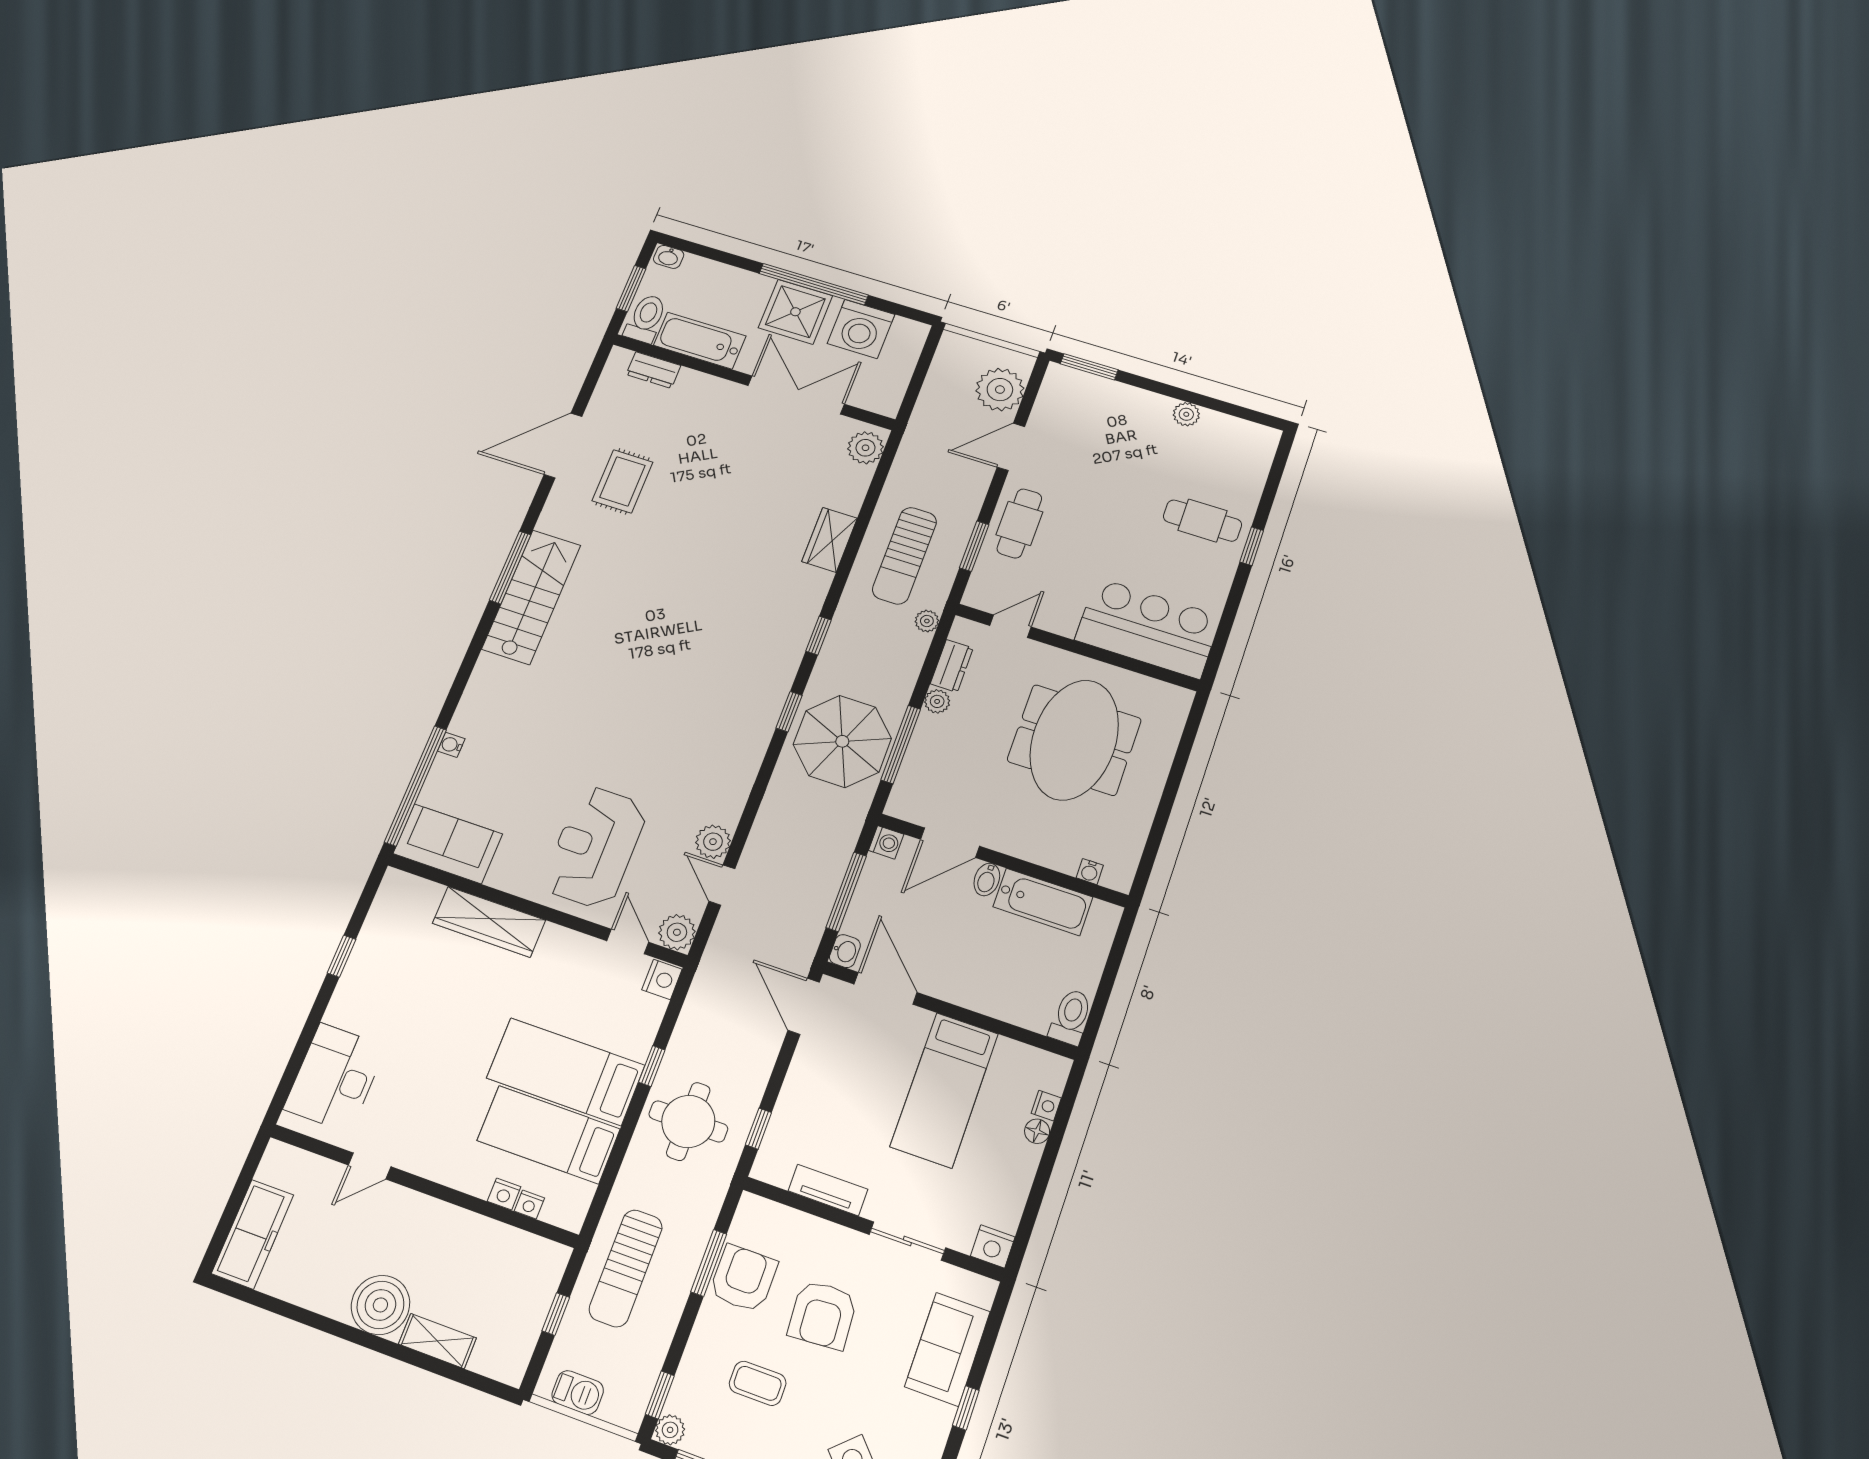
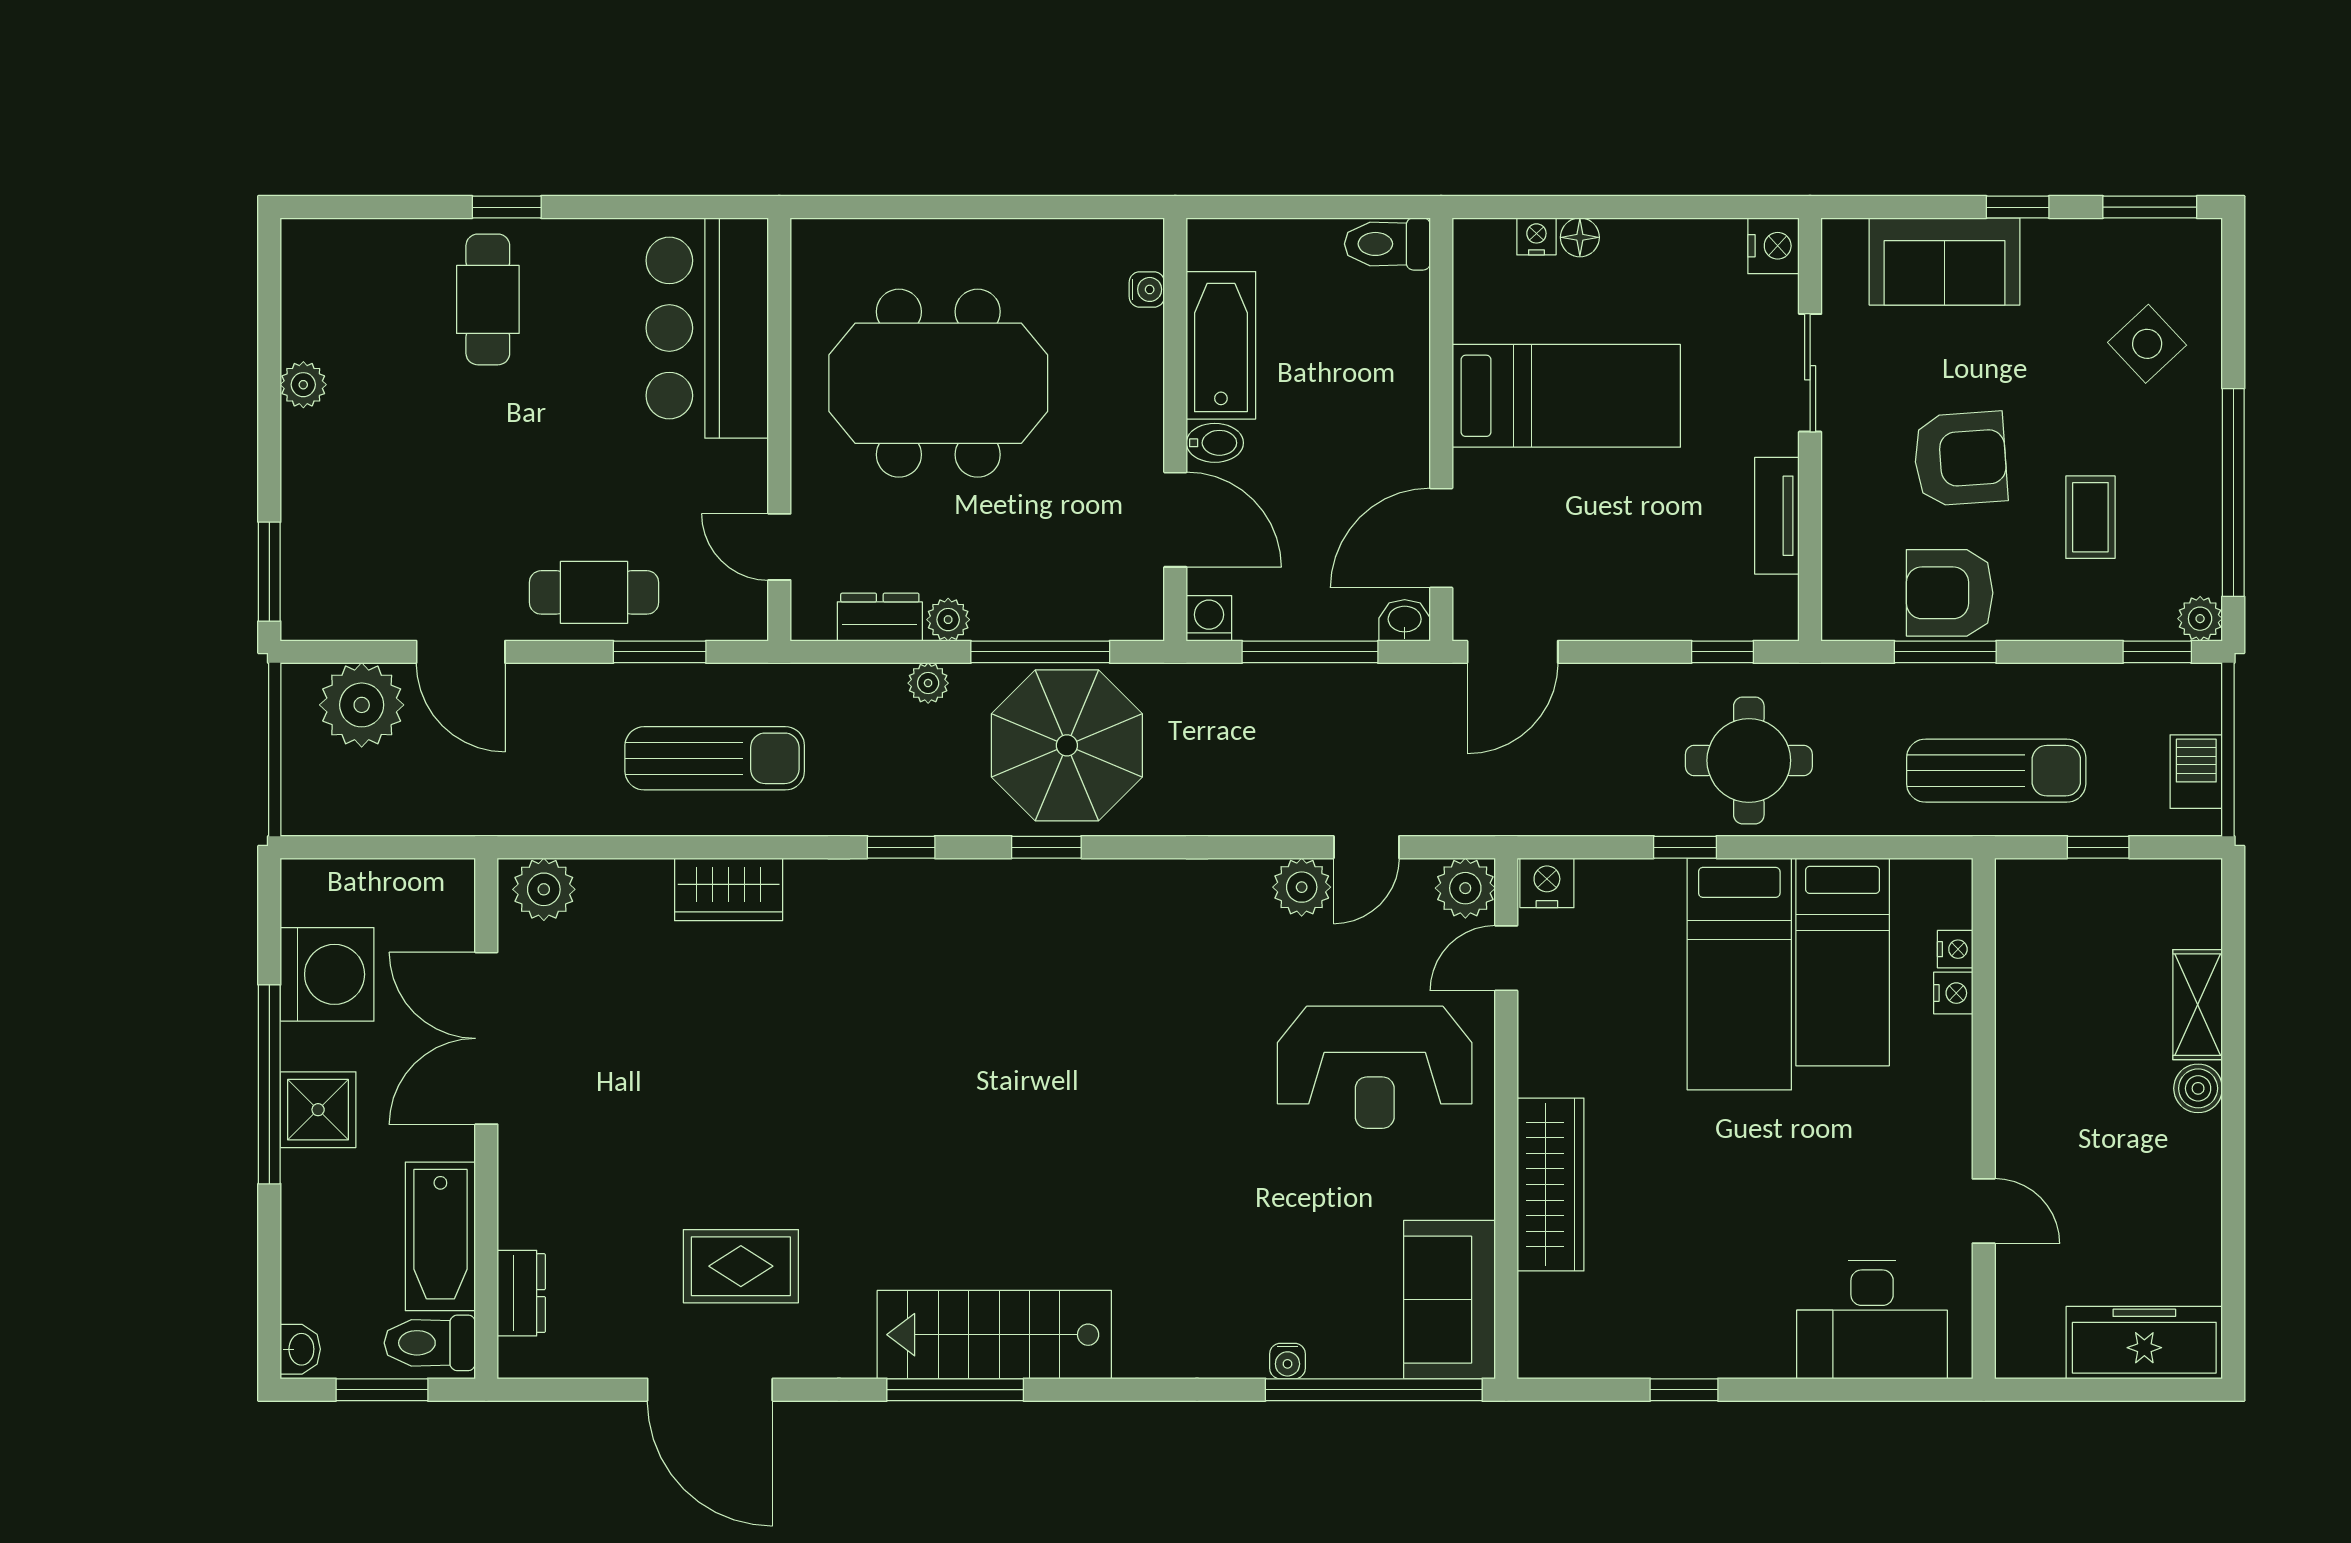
shower: (795, 312) -> (318, 1110), width x0.73, depth x0.73
plant: (927, 621) -> (928, 683), moved
boiler: (380, 1305) -> (2198, 1088), width x0.54, depth x0.54

